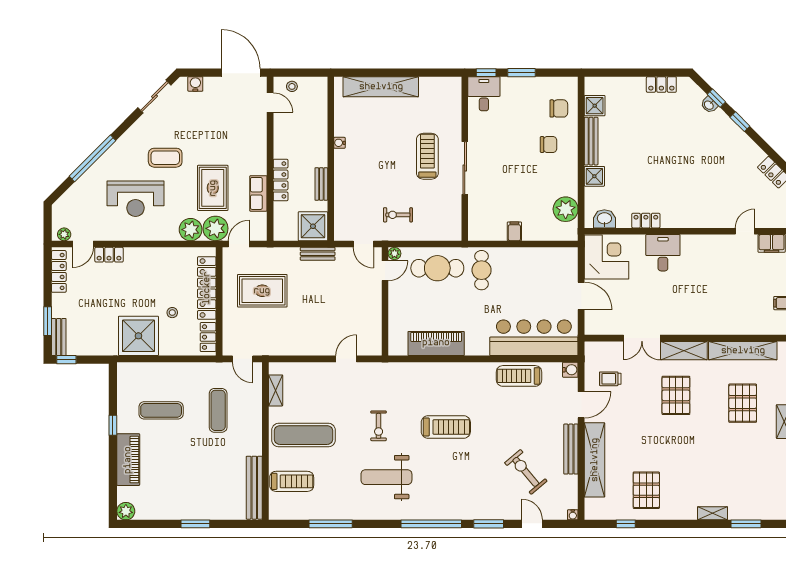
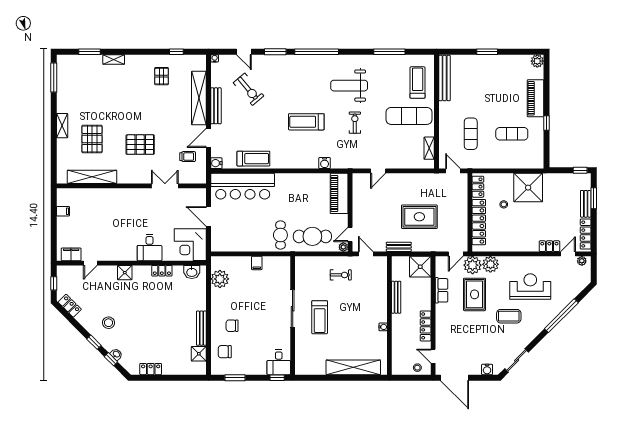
window: (521, 73) -> (235, 378), moved
stool: (720, 149) -> (108, 323), added
shower: (594, 176) -> (125, 273), moved
locker: (281, 180) -> (426, 326), moved
bench: (321, 184) -> (396, 297), width x1.36
shower: (313, 226) -> (420, 267), moved
rug: (262, 291) -> (419, 217), moved
bench: (59, 337) -> (586, 204), moved
piano: (436, 343) -> (339, 193), moved, turned 90
shelving: (684, 351) -> (134, 177), removed
water cooler: (420, 370) -> (325, 163), added
pallet: (676, 395) -> (140, 145), turned 90
weight bench: (386, 477) -> (349, 86), turned 180
treadmill: (292, 481) -> (418, 83), turned 90
pallet: (646, 490) -> (162, 76), width x0.67, depth x0.71

